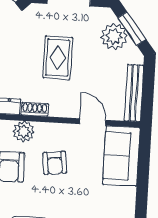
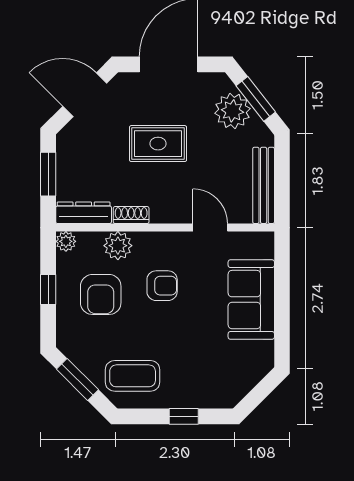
rug: (58, 58) -> (158, 144), turned 90
sofa: (121, 156) -> (251, 300), moved
armchair: (55, 163) -> (162, 286), turned -83

